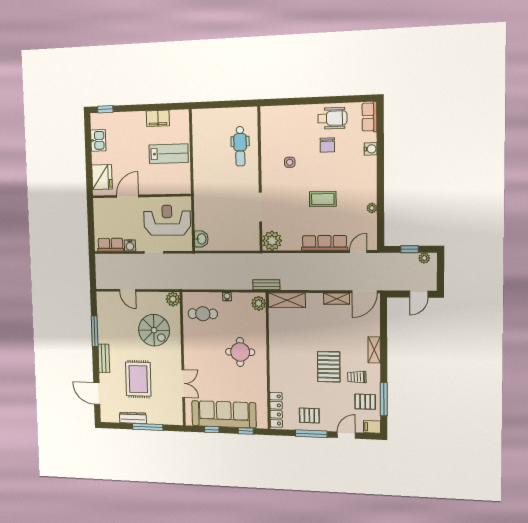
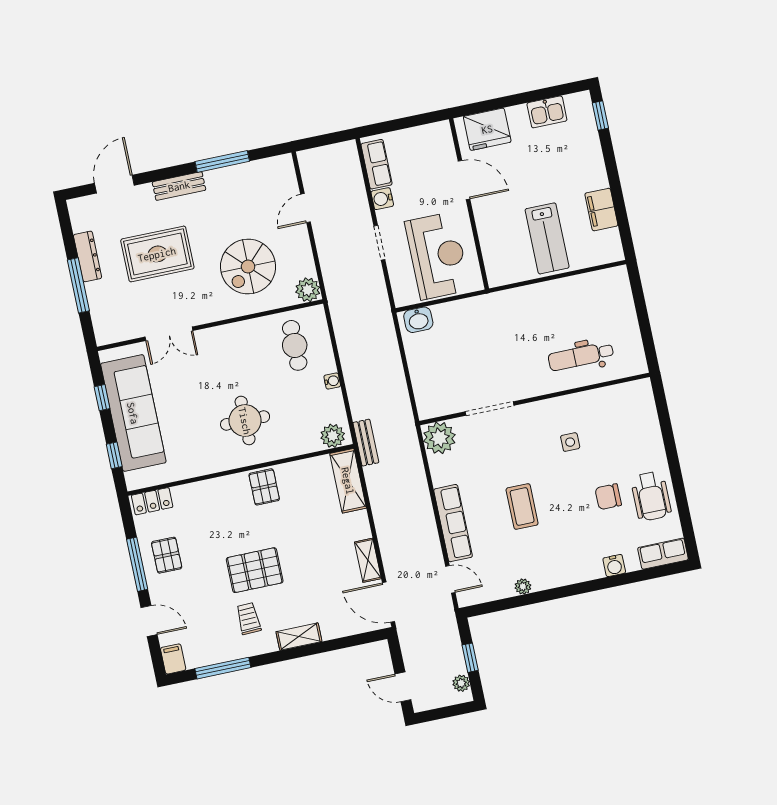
pallet: (365, 402) -> (264, 487), moved
locker: (276, 410) -> (152, 501), width x0.66

